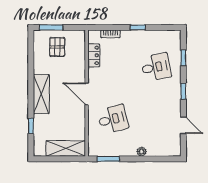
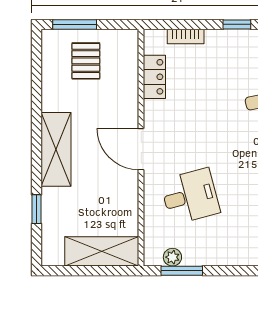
plant: (142, 152) -> (172, 257), moved

